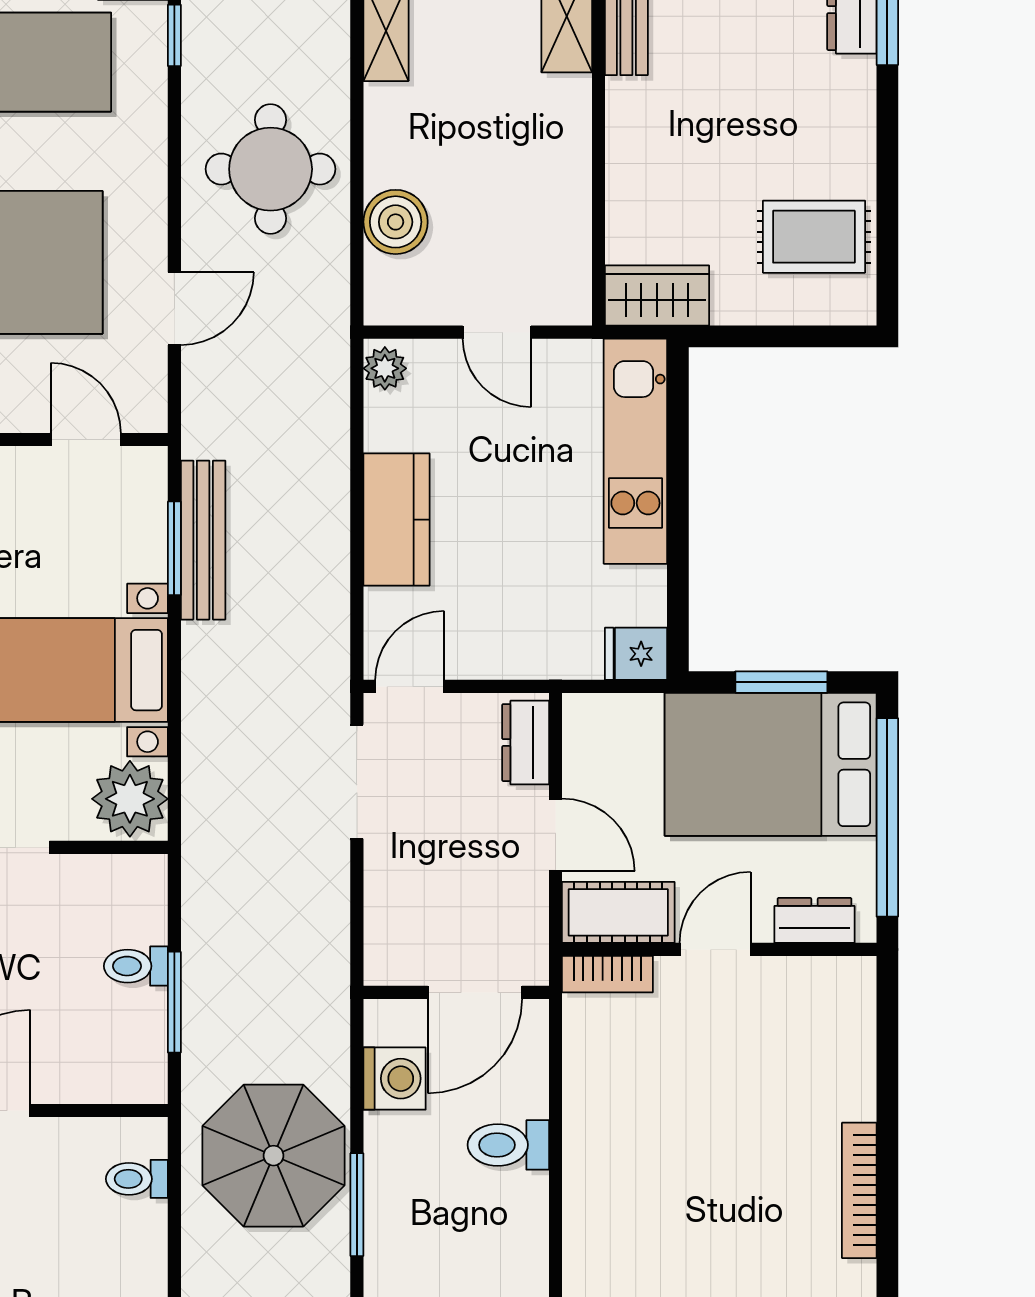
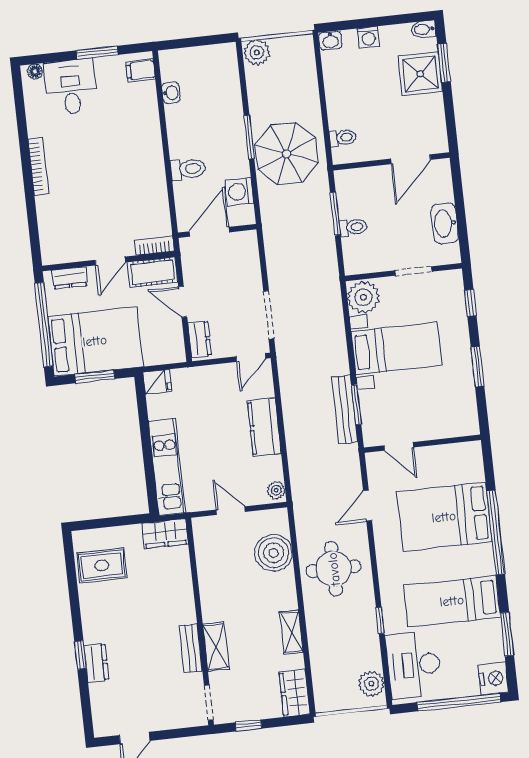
boiler: (396, 222) -> (274, 553), width x1.37, depth x1.37

